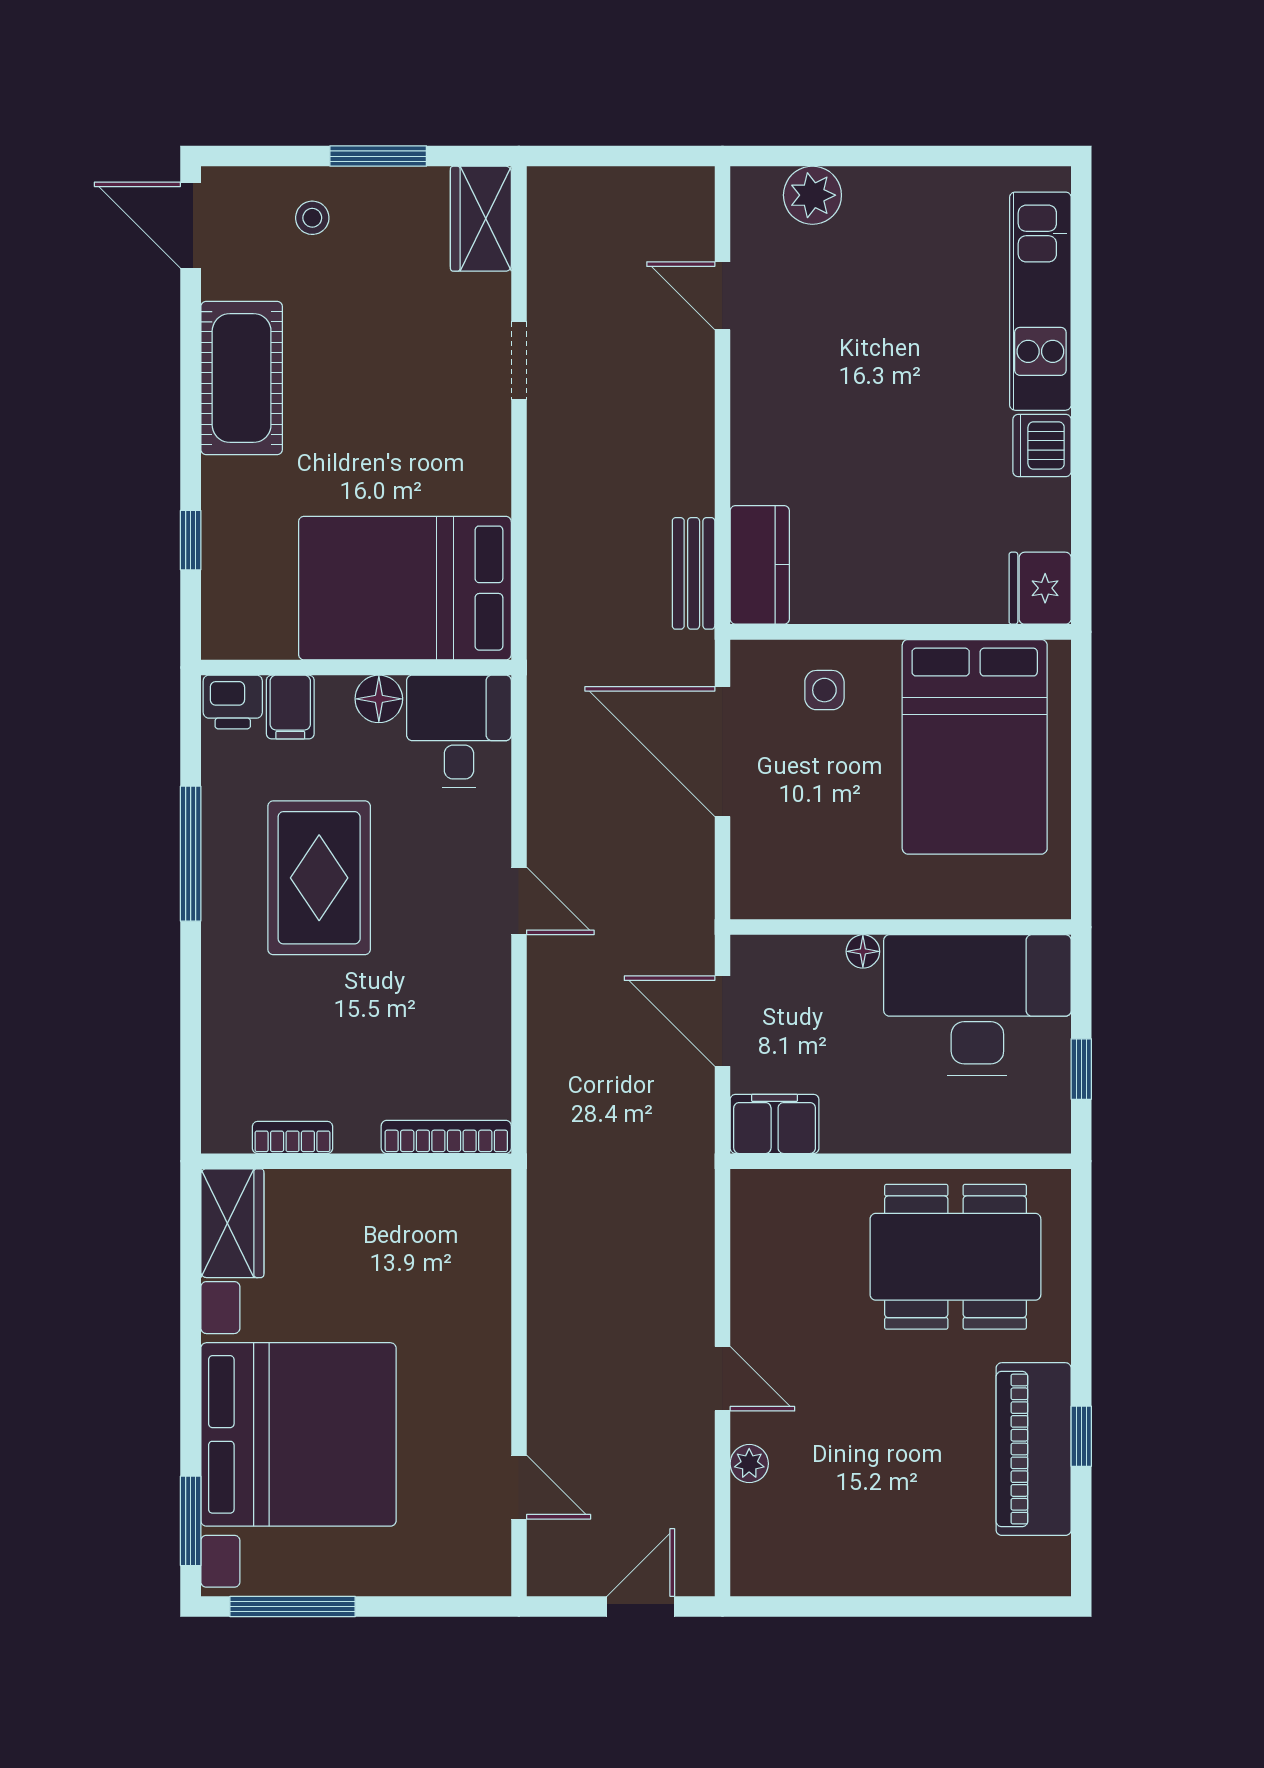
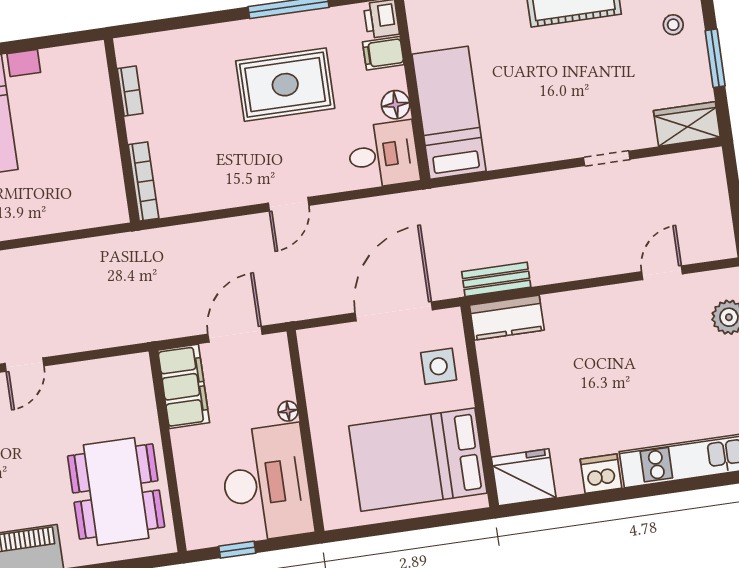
bed: (405, 588) -> (449, 113), width x0.67
fridge: (1040, 588) -> (524, 477), width x1.36, depth x1.34
side table: (824, 690) -> (439, 366), width x1.37, depth x1.37
filing cabinet: (775, 1124) -> (184, 386), width x1.50, depth x1.17
wardrobe: (232, 1223) -> (75, 63), removed

